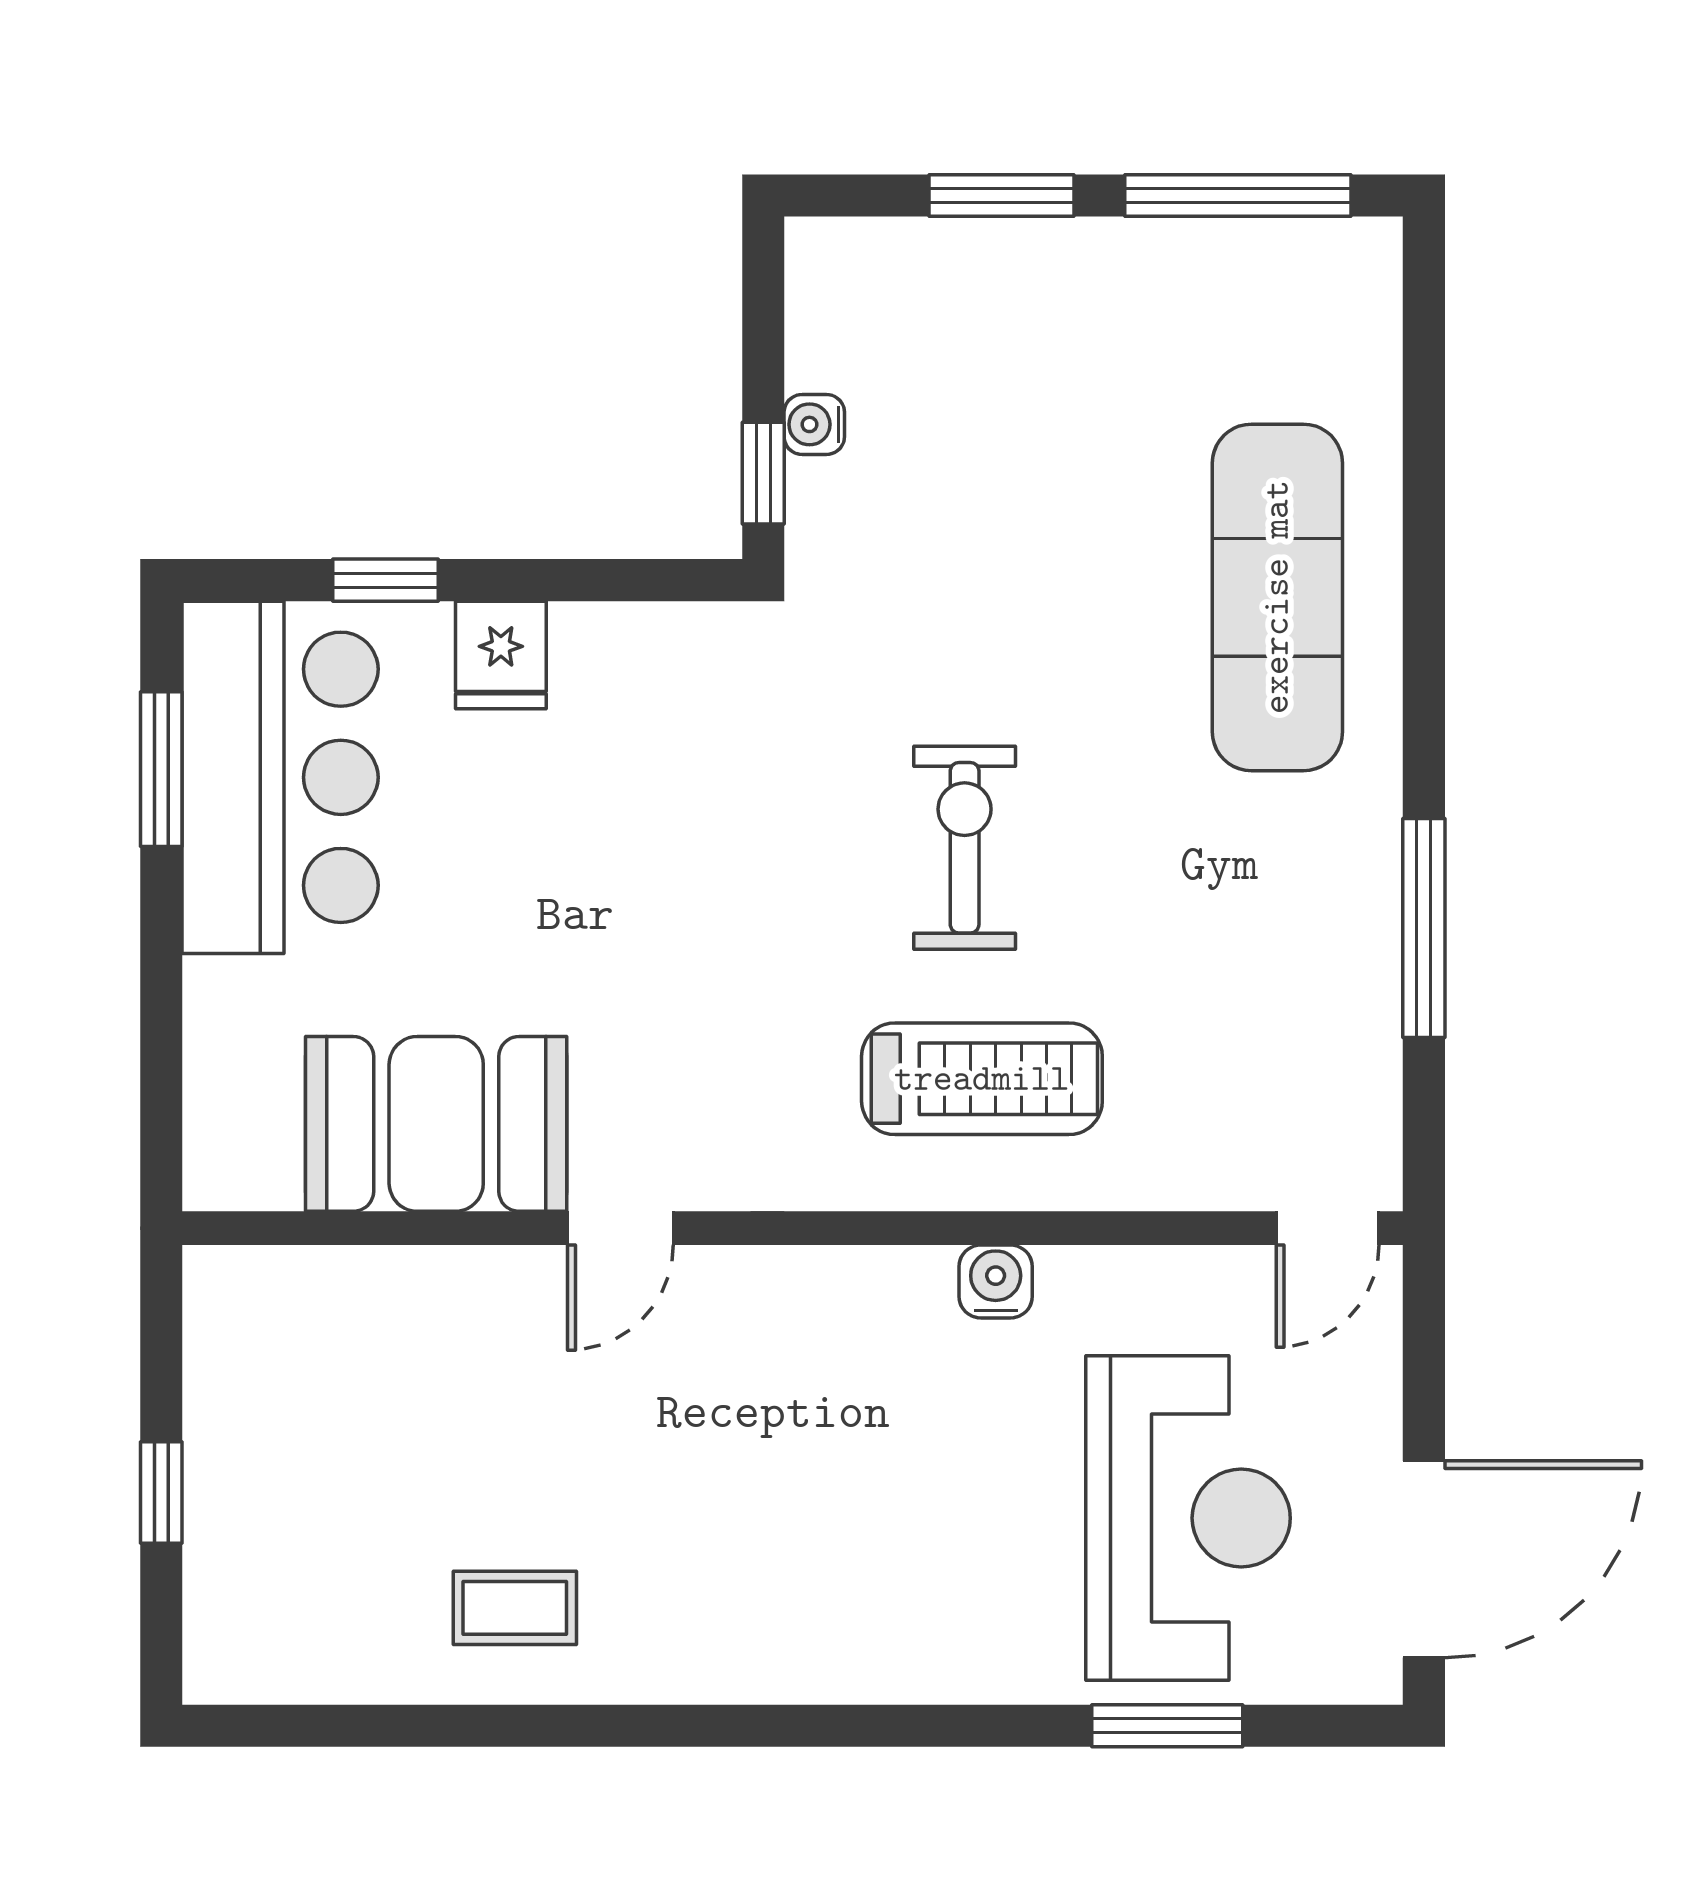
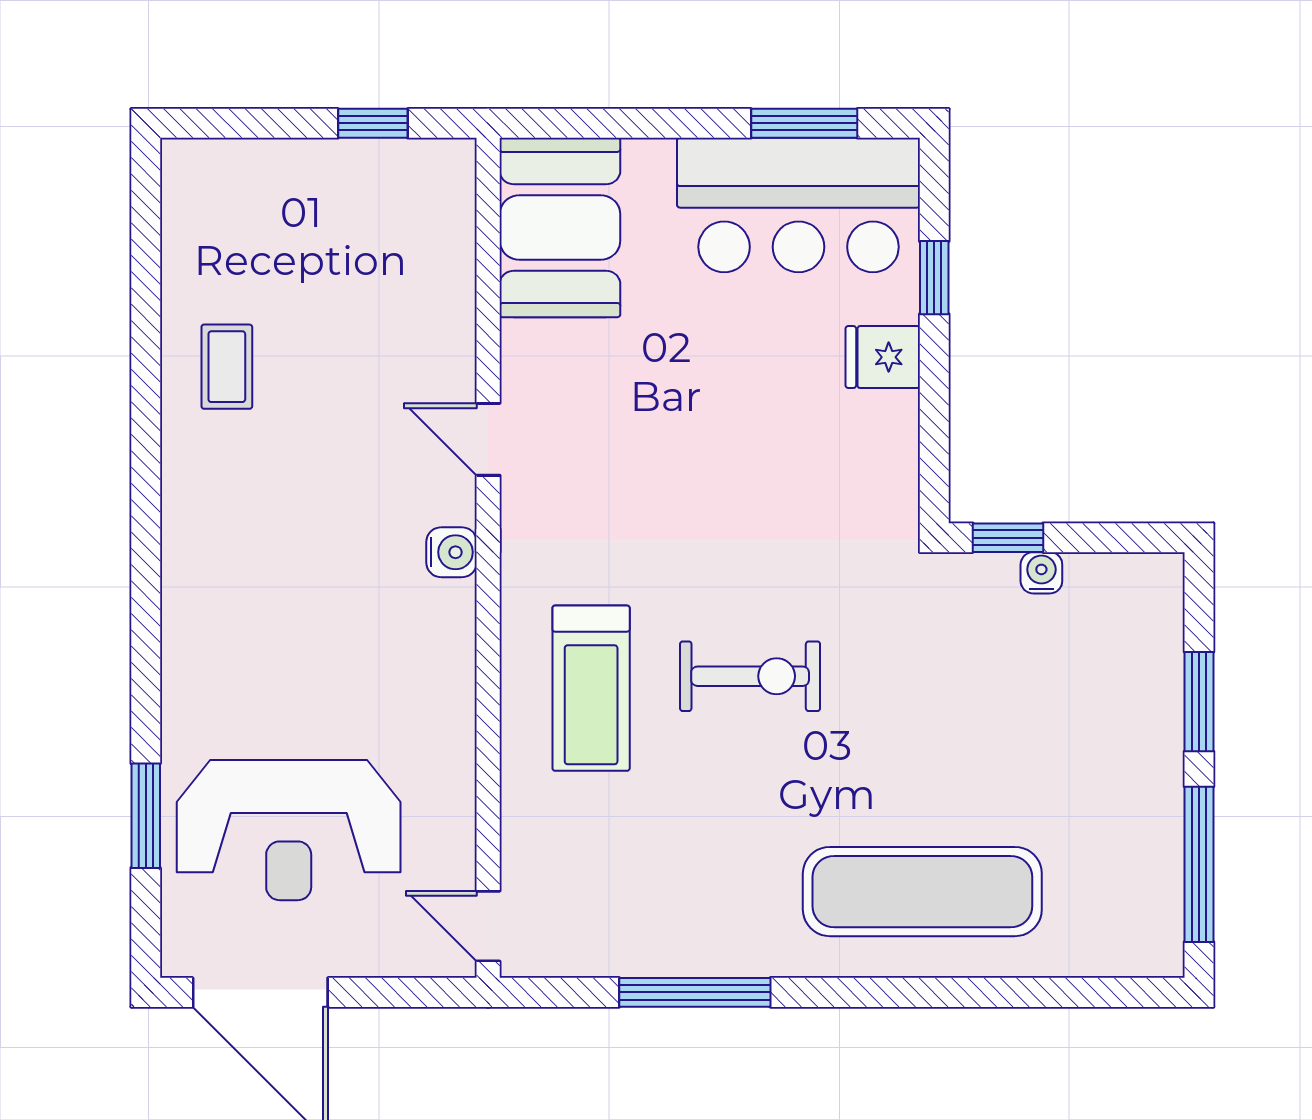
booth: (436, 1124) -> (560, 227), moved
water cooler: (996, 1281) -> (452, 552), moved
window: (161, 1493) -> (373, 123), moved

